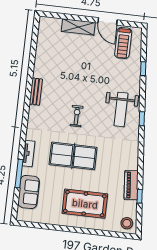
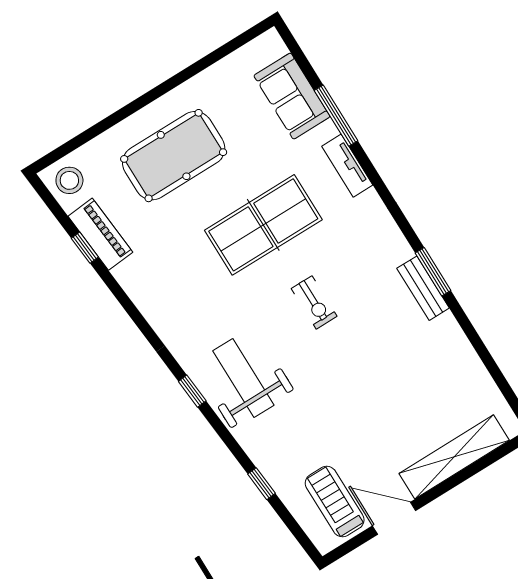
shelving: (78, 27) -> (454, 457), width x1.47
window: (28, 95) -> (433, 272), added
piano: (131, 185) -> (100, 234), moved

